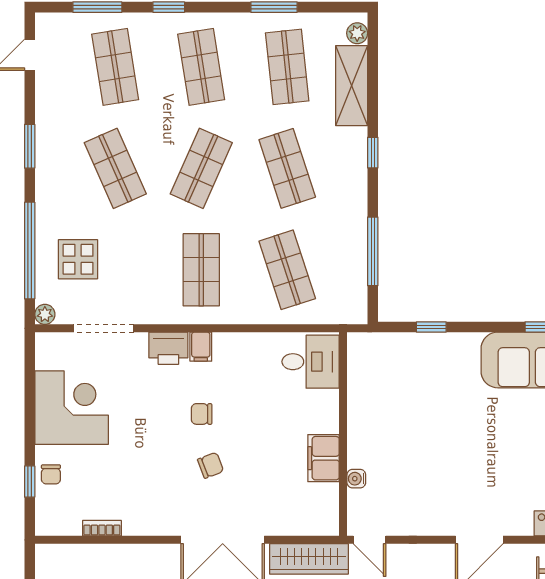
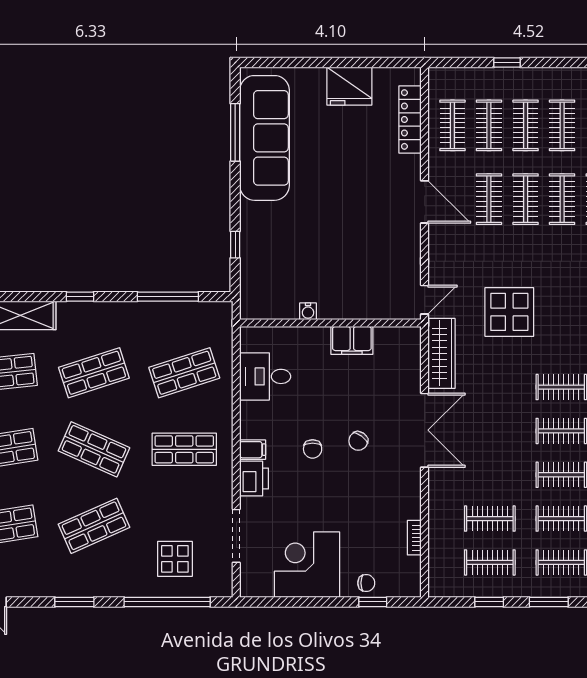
plant: (45, 314) -> (224, 588), removed
desk: (311, 362) -> (265, 376), moved, turned -90
chair: (211, 465) -> (358, 441), turned -123
water cooler: (356, 479) -> (308, 311), moved

